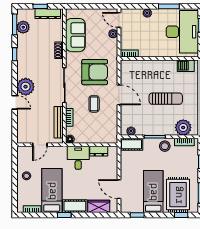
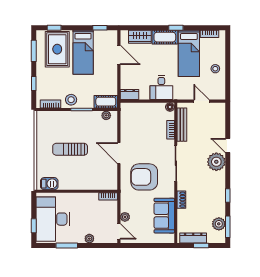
coffee table: (94, 104) -> (145, 144), removed
plant: (183, 127) -> (52, 119), removed
door: (40, 145) -> (201, 101), hinge flipped
dresser: (99, 151) -> (130, 95), moved

